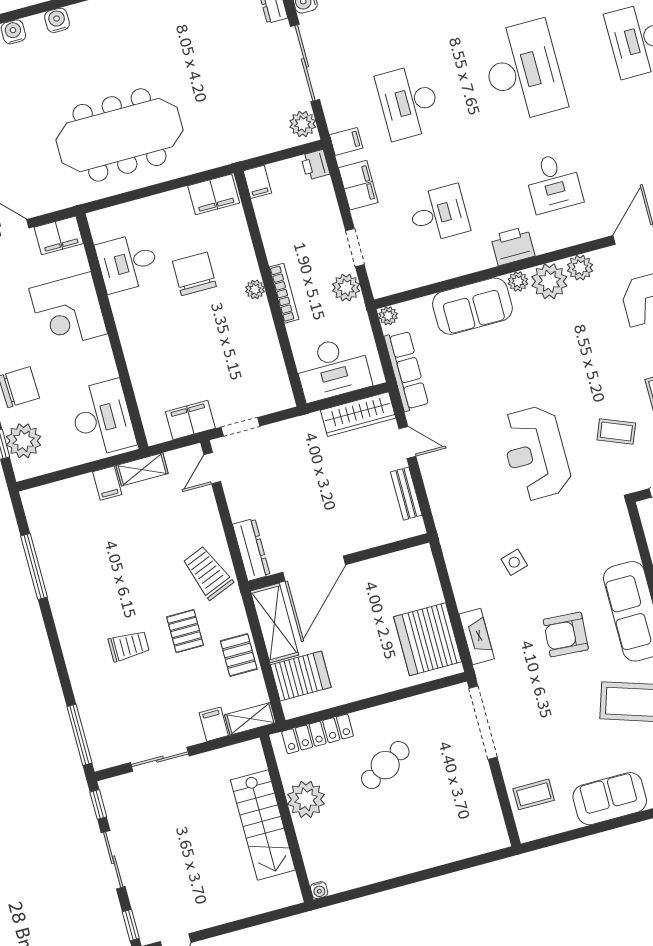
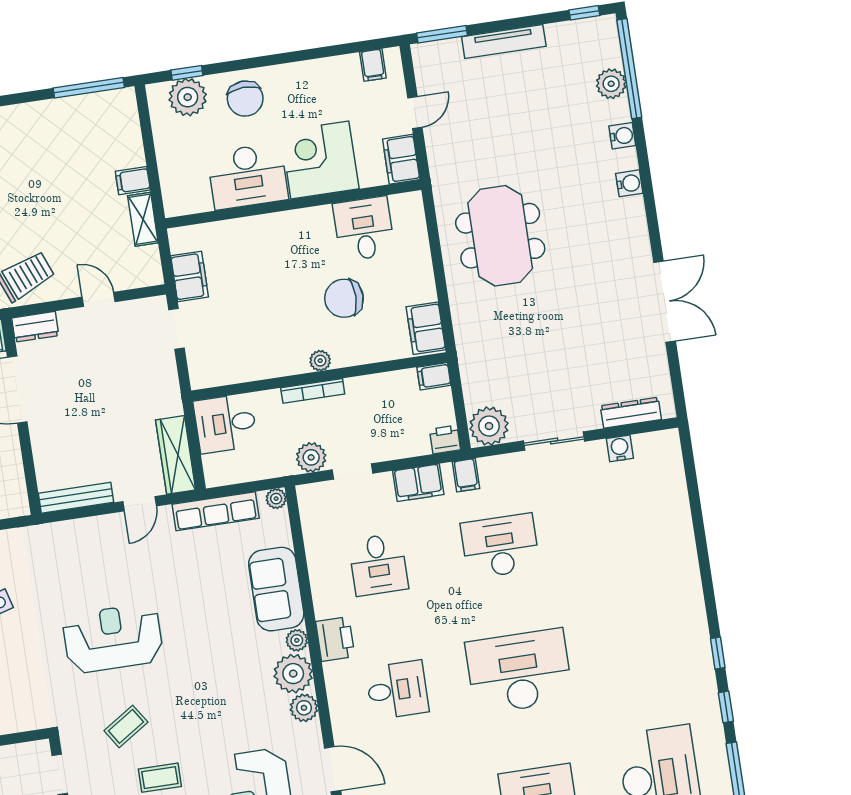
sliding door: (305, 63) -> (554, 441), width x0.73
desk: (523, 71) -> (519, 671), turned 180
plant: (303, 124) -> (489, 426), width x1.36, depth x1.36
meeting table: (120, 135) -> (500, 236), width x0.73
desk: (553, 183) -> (397, 690), turned 180
chair: (194, 274) -> (344, 298), turned 180
desk: (333, 368) -> (225, 423), width x0.73
desk: (102, 418) -> (248, 176), moved
coffee table: (616, 431) -> (126, 726), turned 35
door: (212, 468) -> (99, 299), moved
bench: (406, 494) -> (76, 498), width x1.36
dresser: (251, 550) -> (35, 327), width x0.70
window: (34, 566) -> (89, 88), moved

